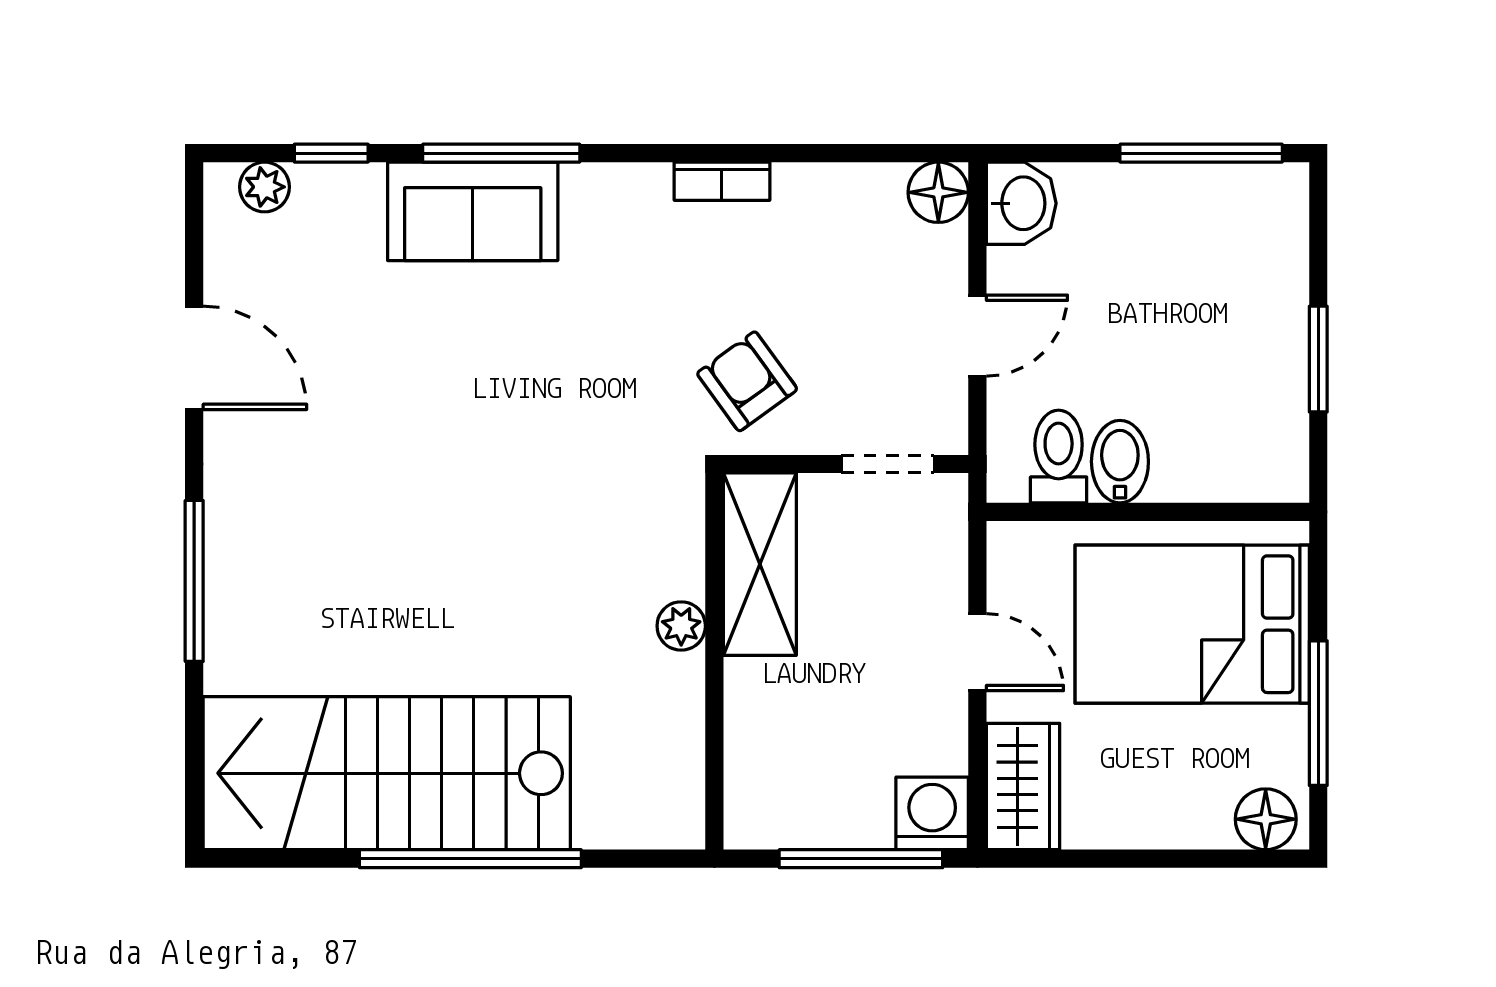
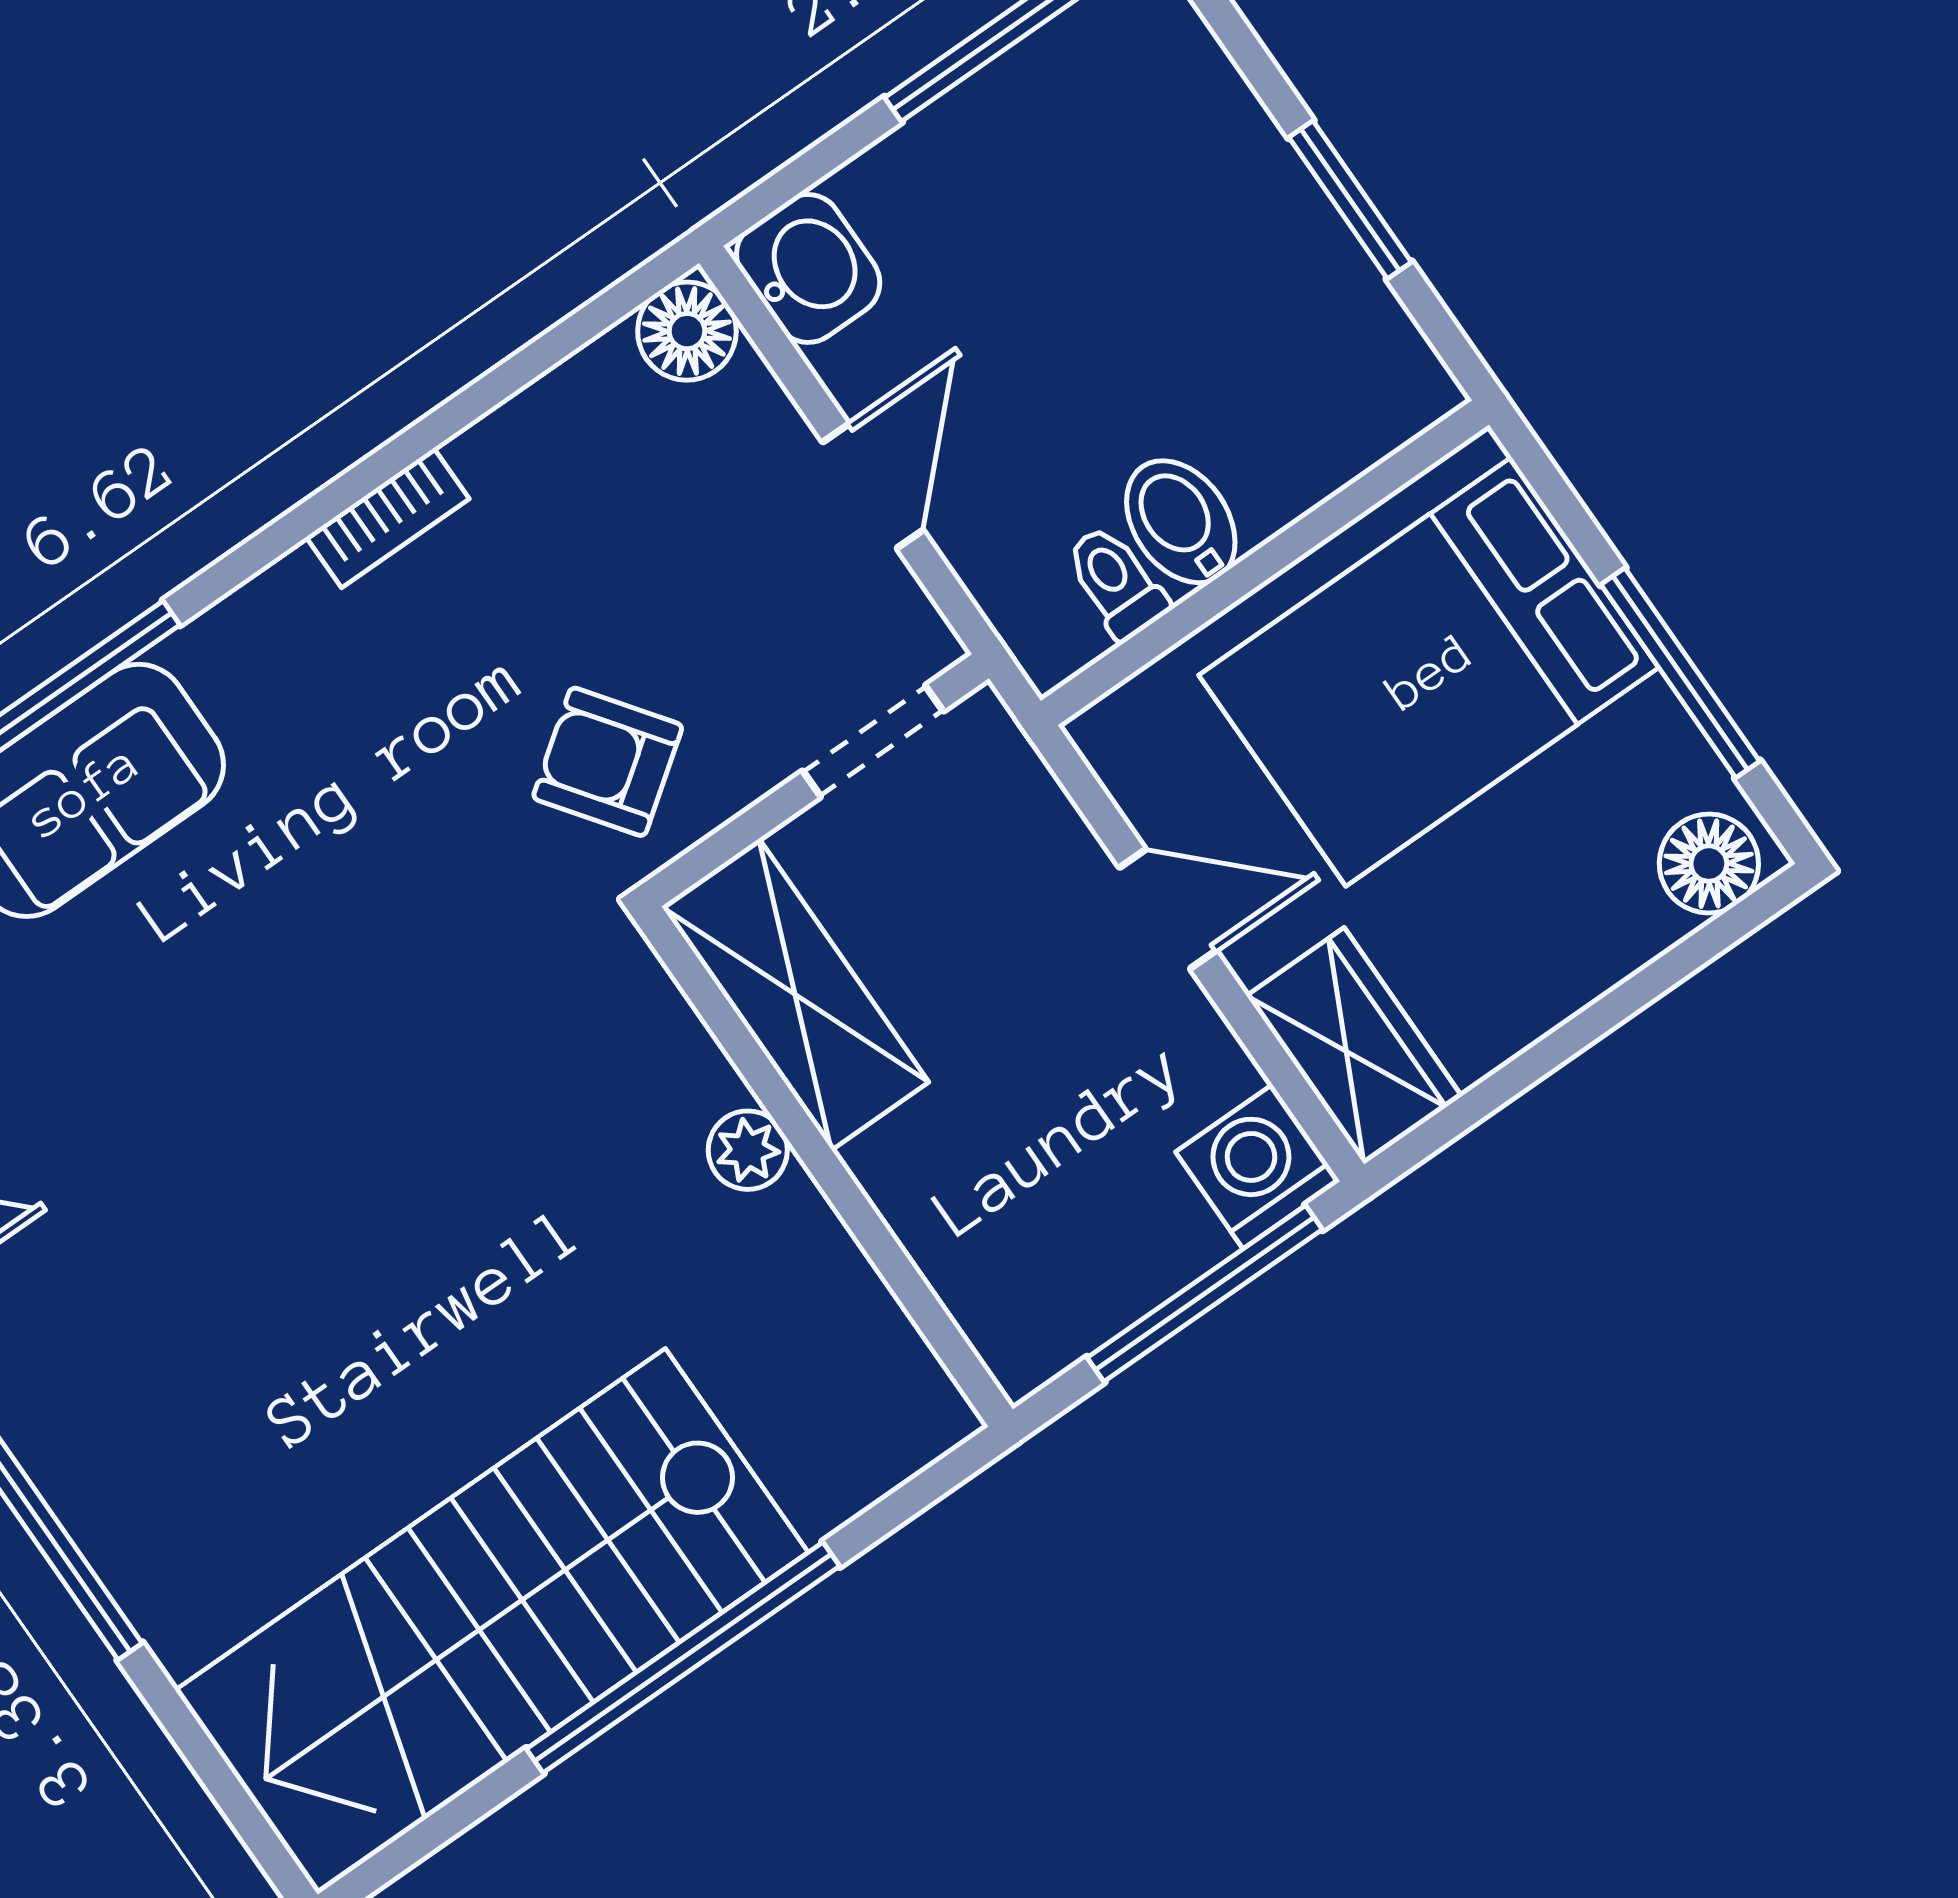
toilet: (1059, 457) -> (1116, 582), width x0.73, depth x0.72

